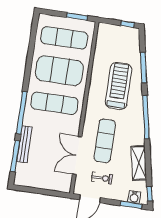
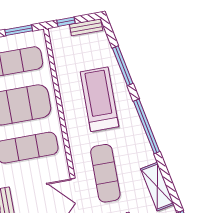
window: (128, 24) -> (66, 22), moved
bench: (126, 31) -> (86, 27), added

